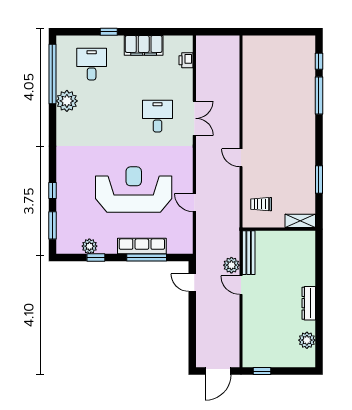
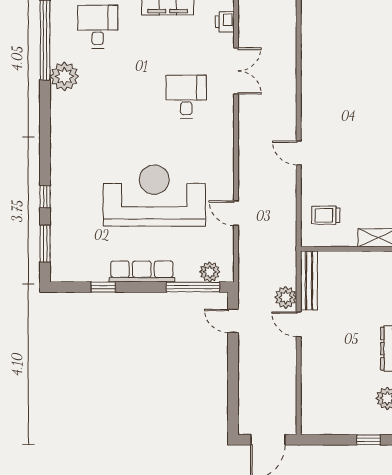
double door: (194, 118) -> (236, 71), moved
plant: (89, 246) -> (210, 272), moved
row of seats: (142, 246) -> (142, 272), moved
window: (147, 257) -> (193, 287), moved
window: (262, 371) -> (368, 440), moved

